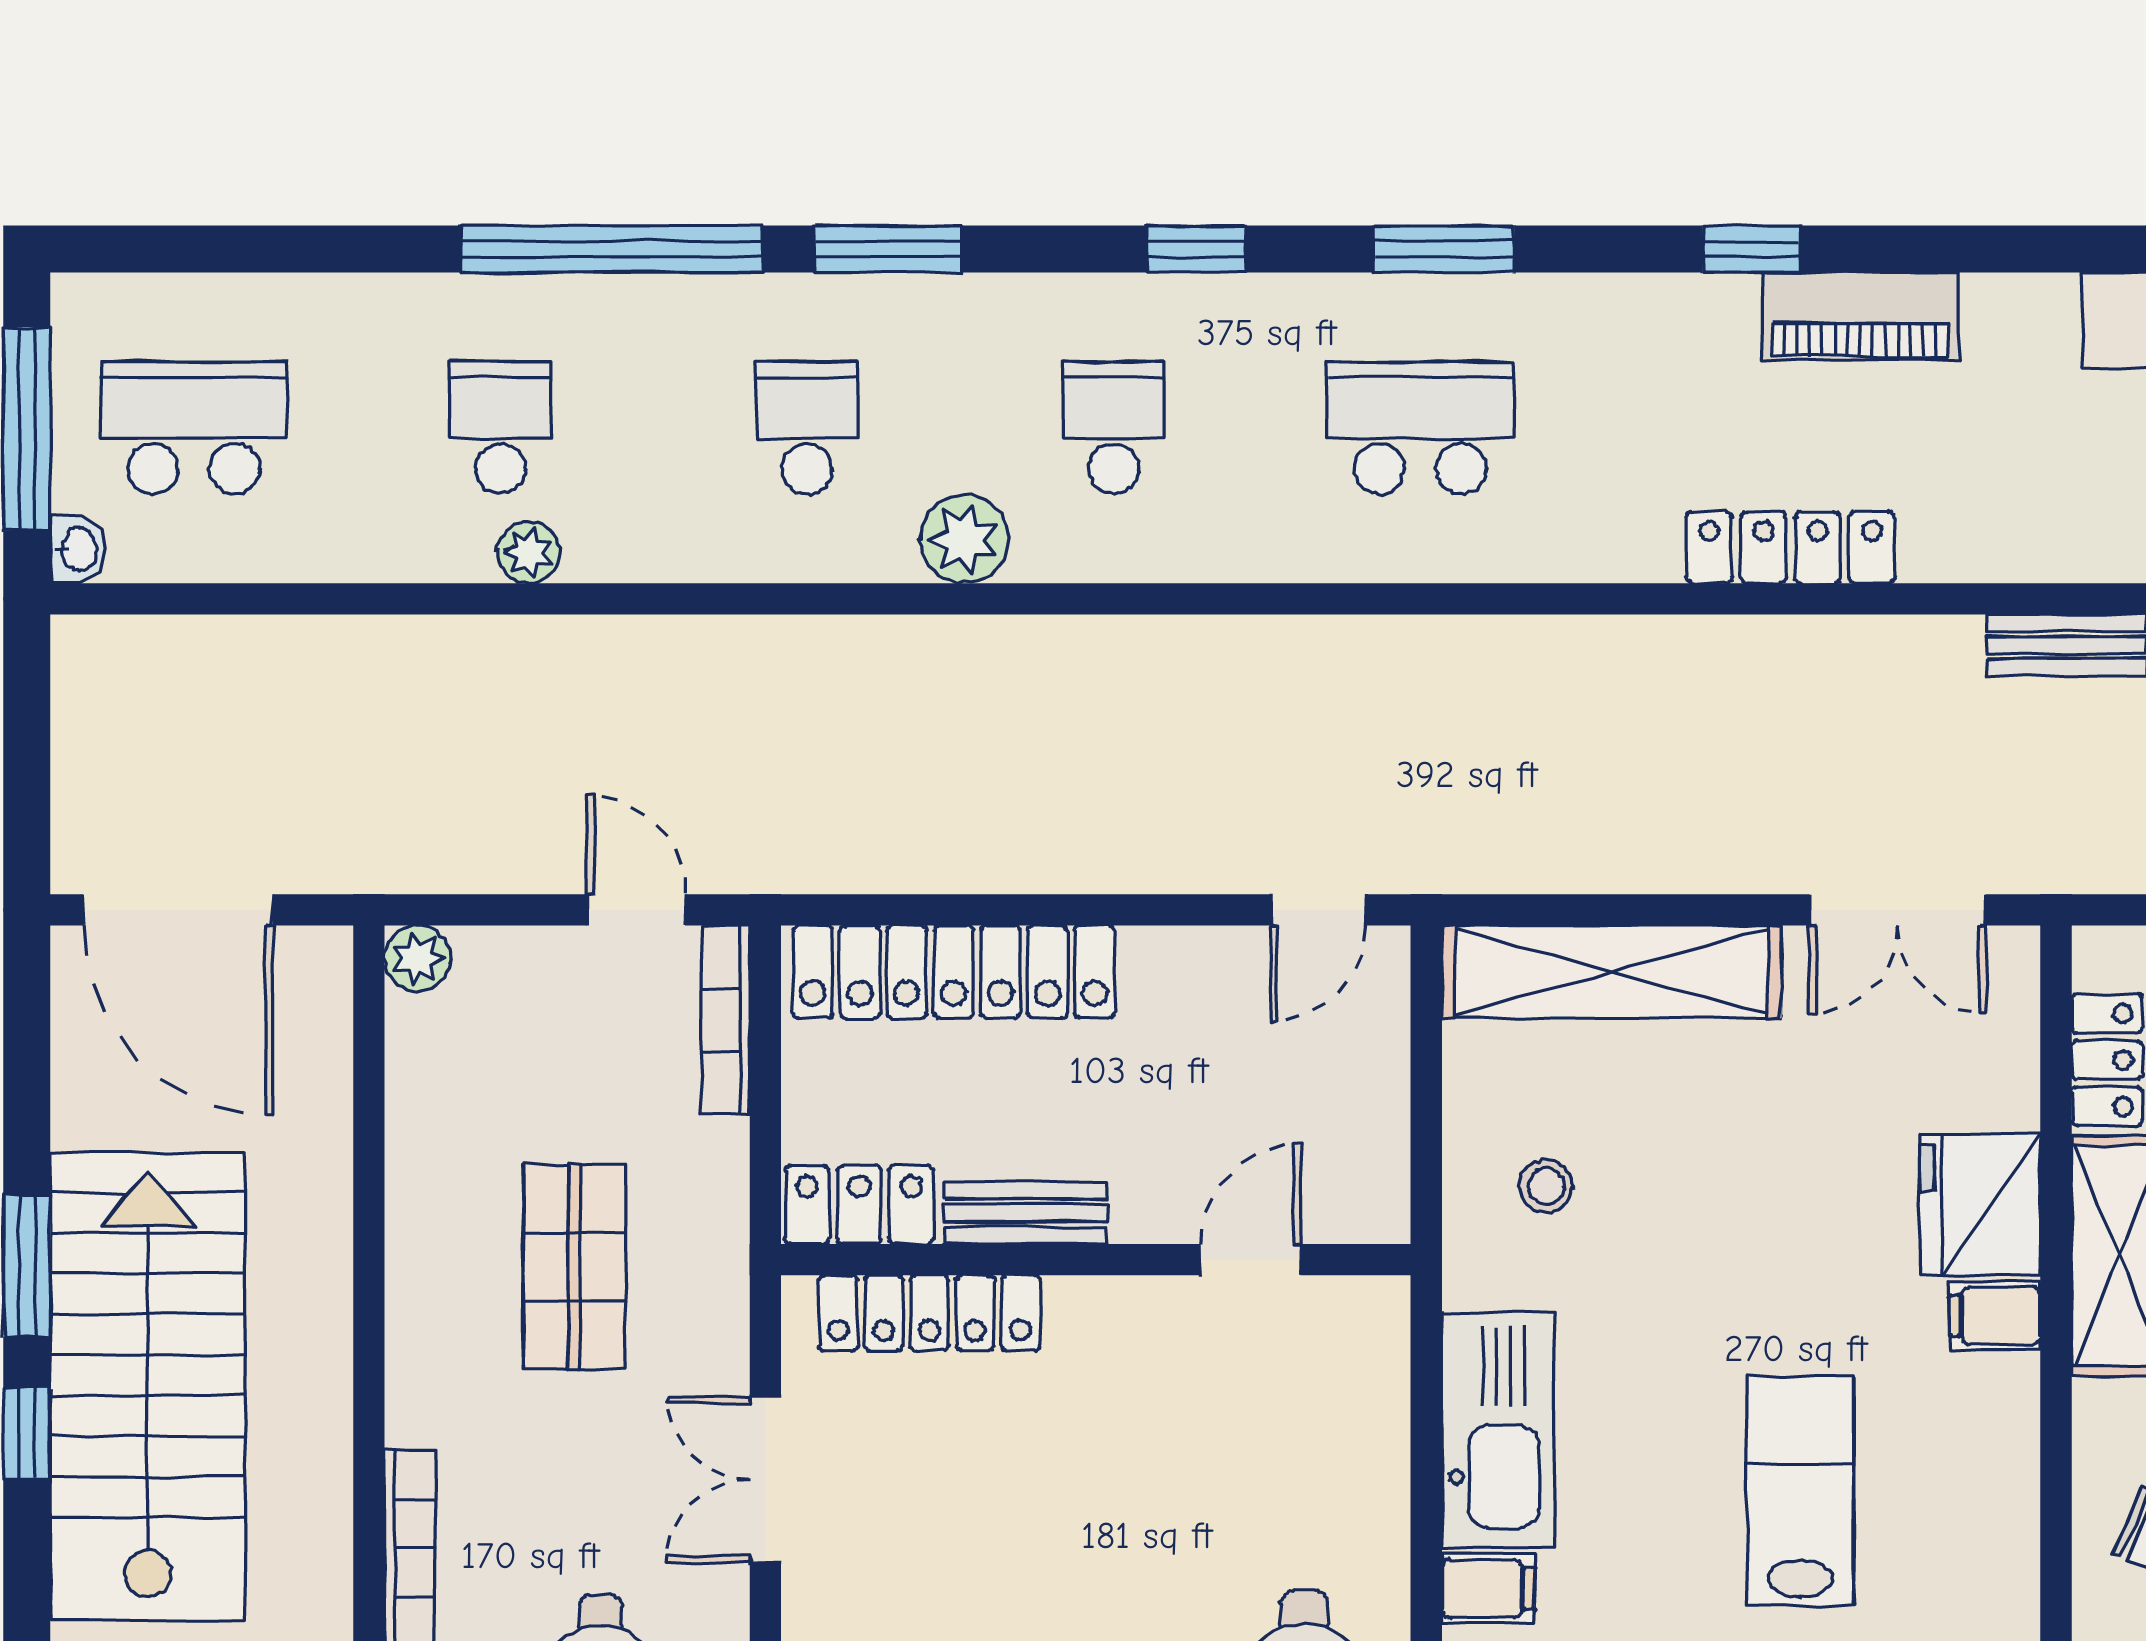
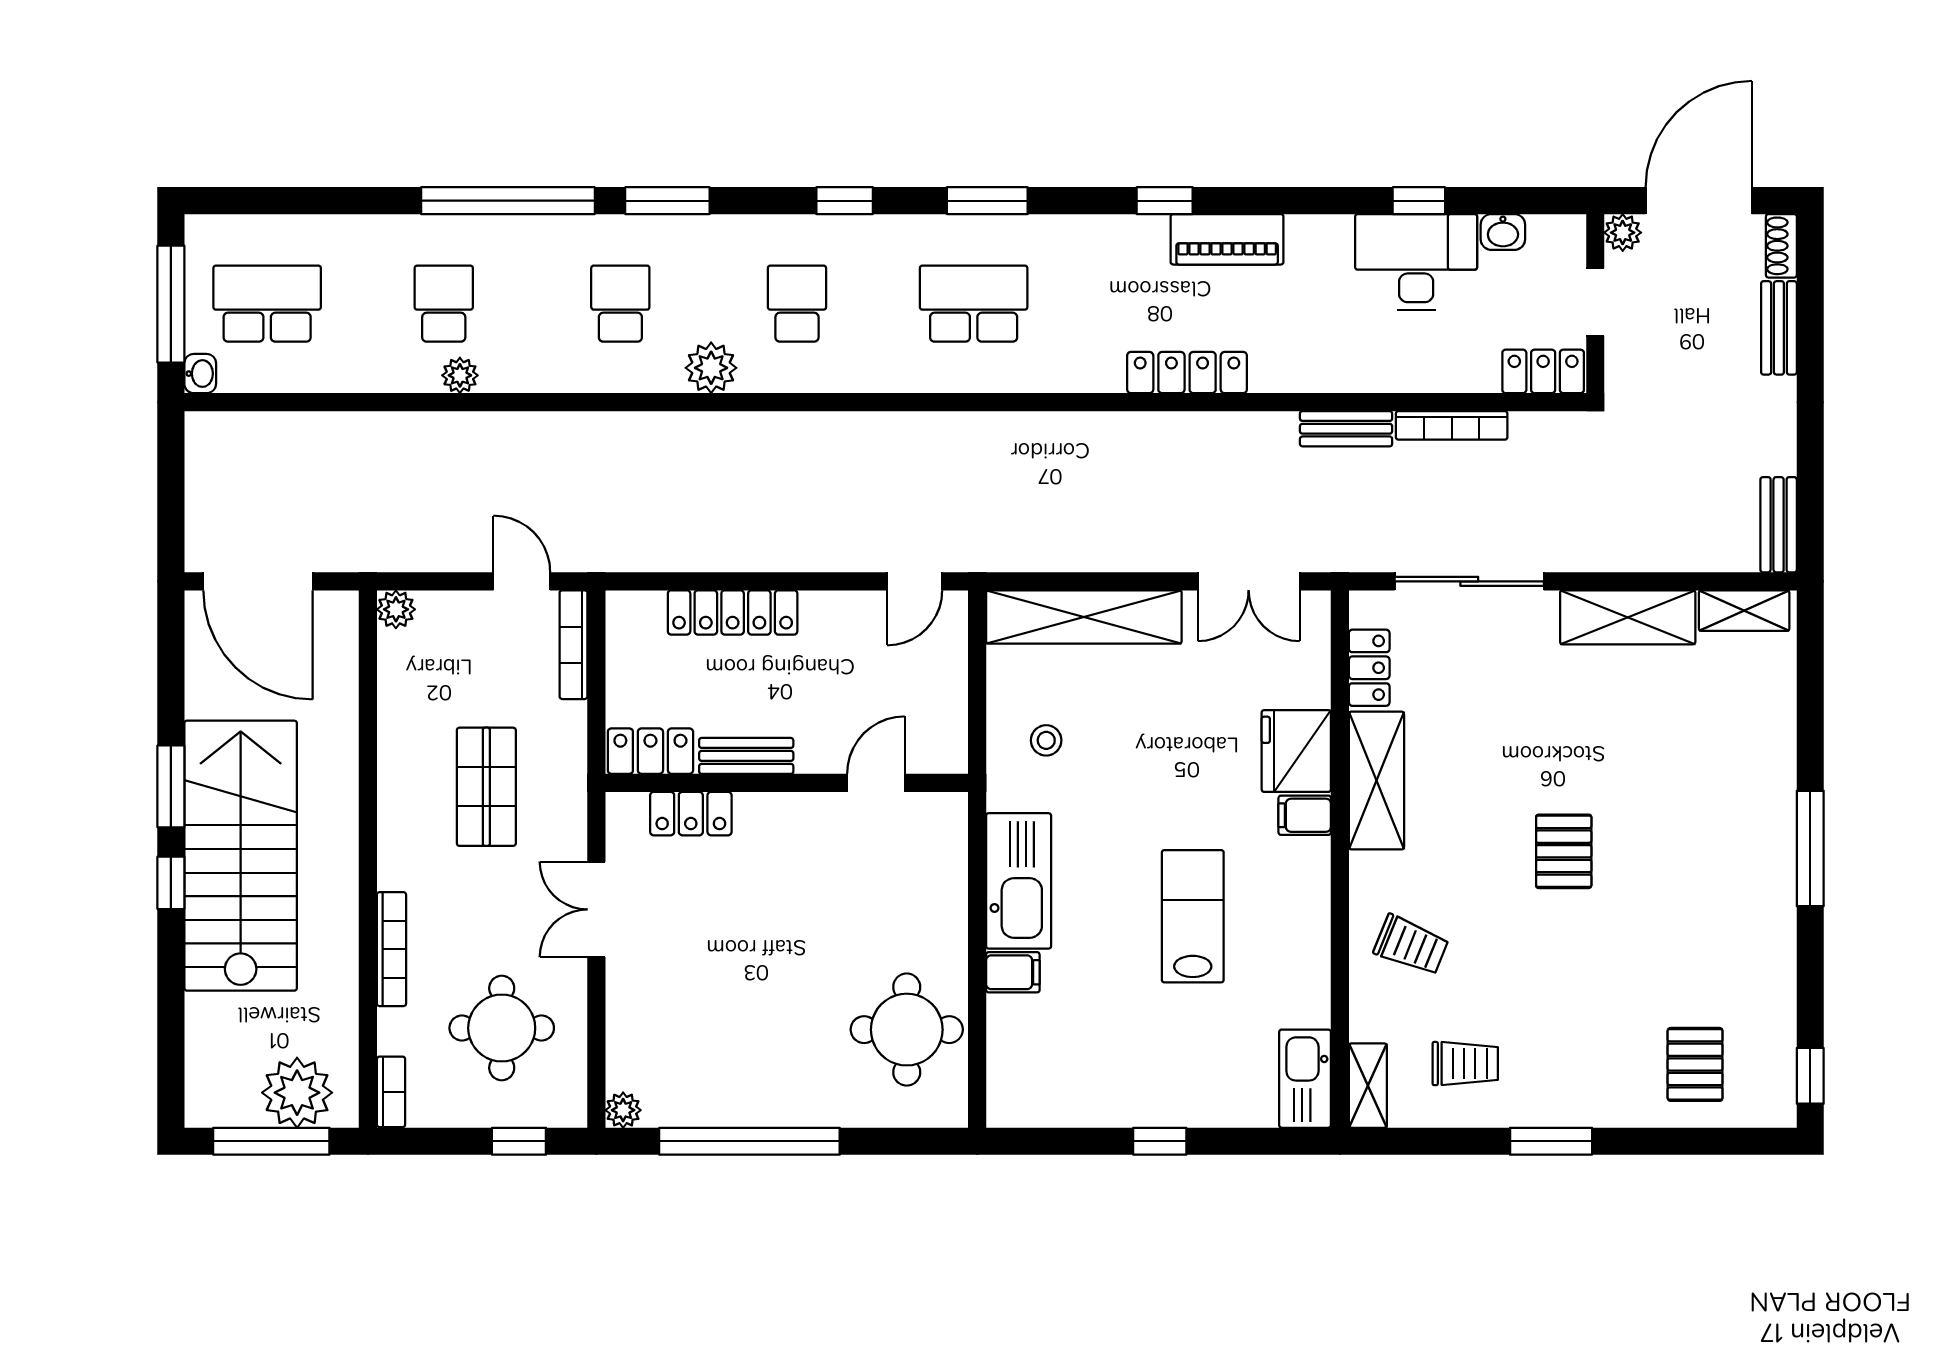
locker: (954, 972) -> (733, 612), width x0.71, depth x0.83
locker: (929, 1313) -> (691, 814), width x0.66

